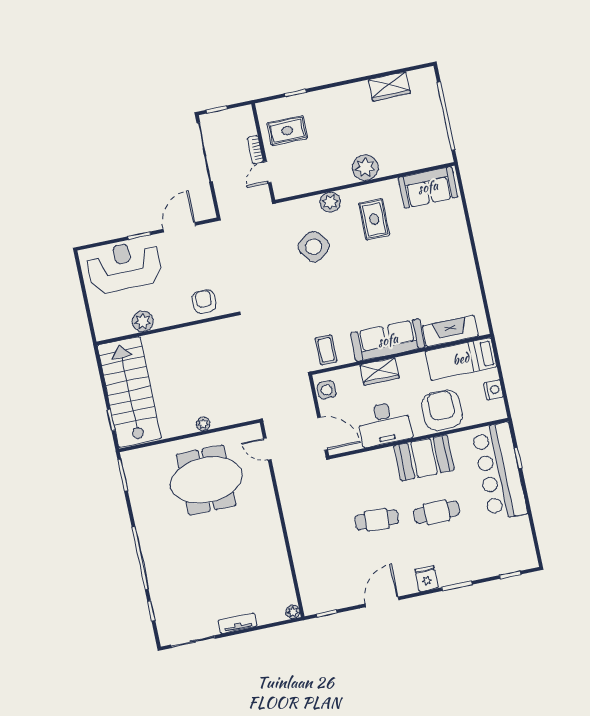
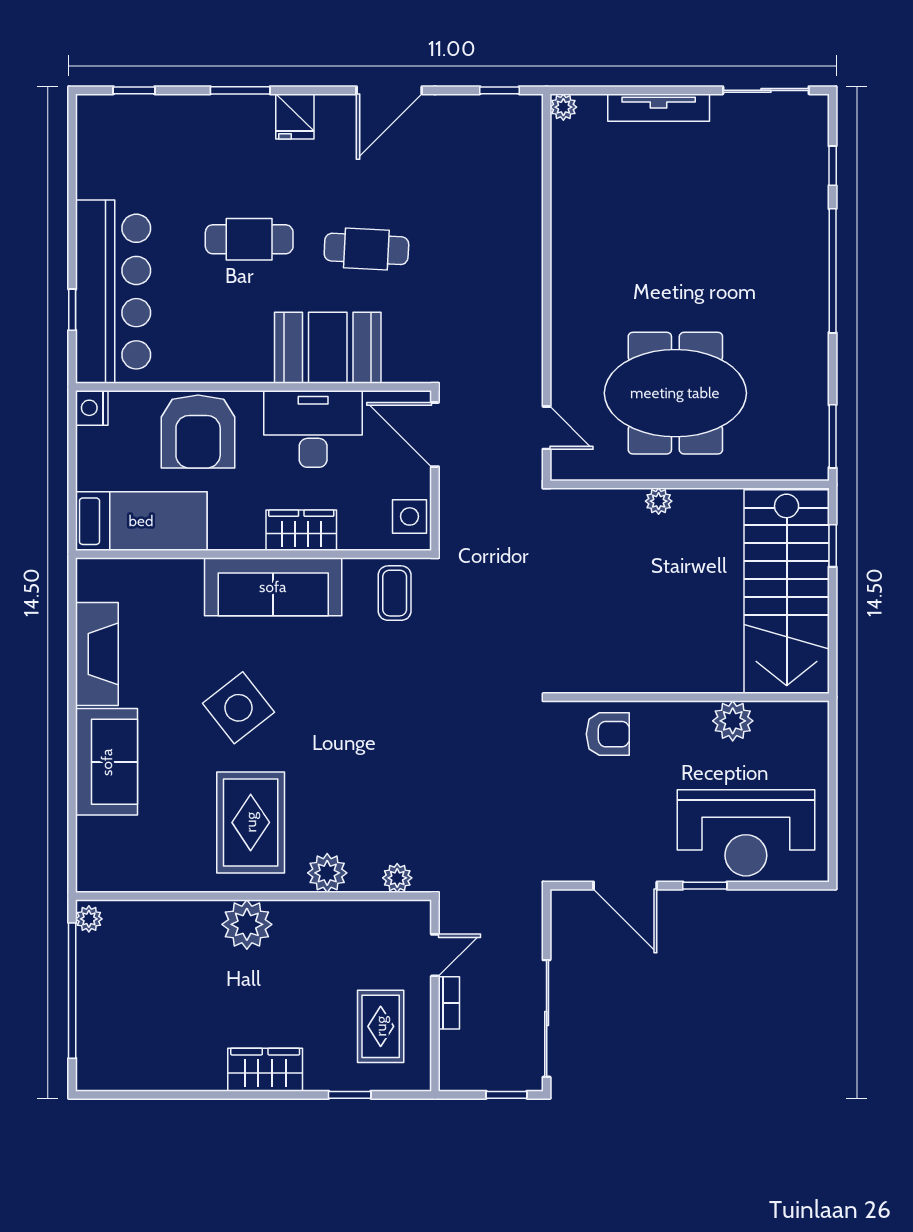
wardrobe: (389, 86) -> (265, 1070), moved
rug: (287, 131) -> (381, 1026), turned 90
plant: (445, 154) -> (89, 919), added
sofa: (428, 187) -> (107, 762), moved, turned 90
plant: (295, 207) -> (397, 878), added
rug: (374, 219) -> (251, 822), width x1.36, depth x1.43
door: (179, 227) -> (625, 886), hinge flipped
side table: (314, 247) -> (238, 708), moved
armchair: (204, 302) -> (608, 734), turned -90
fireplace: (450, 331) -> (97, 654), moved, turned -90
nightstand: (493, 390) -> (92, 408), moved
booth: (424, 458) -> (328, 348), moved
tv unit: (237, 623) -> (659, 108), width x1.41

